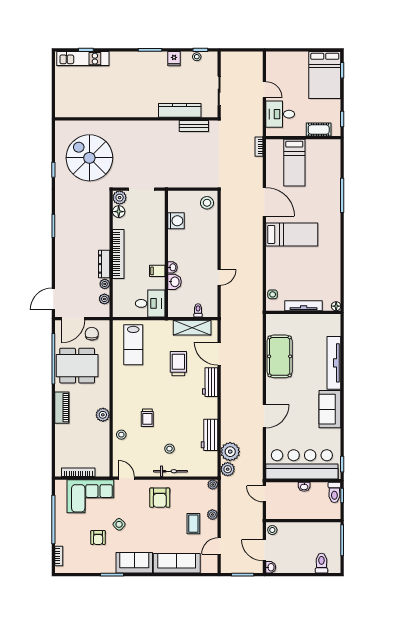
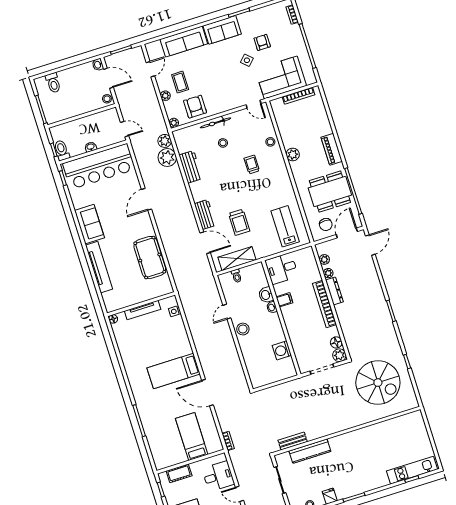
stool: (207, 203) -> (243, 329), moved
armchair: (160, 498) -> (195, 107), moved

